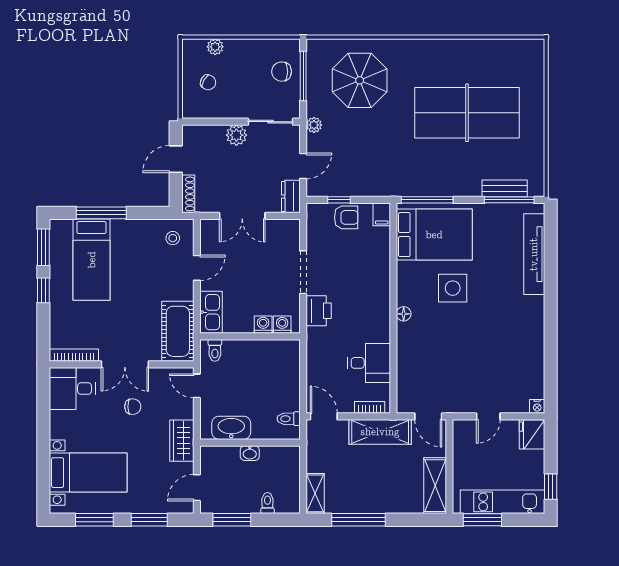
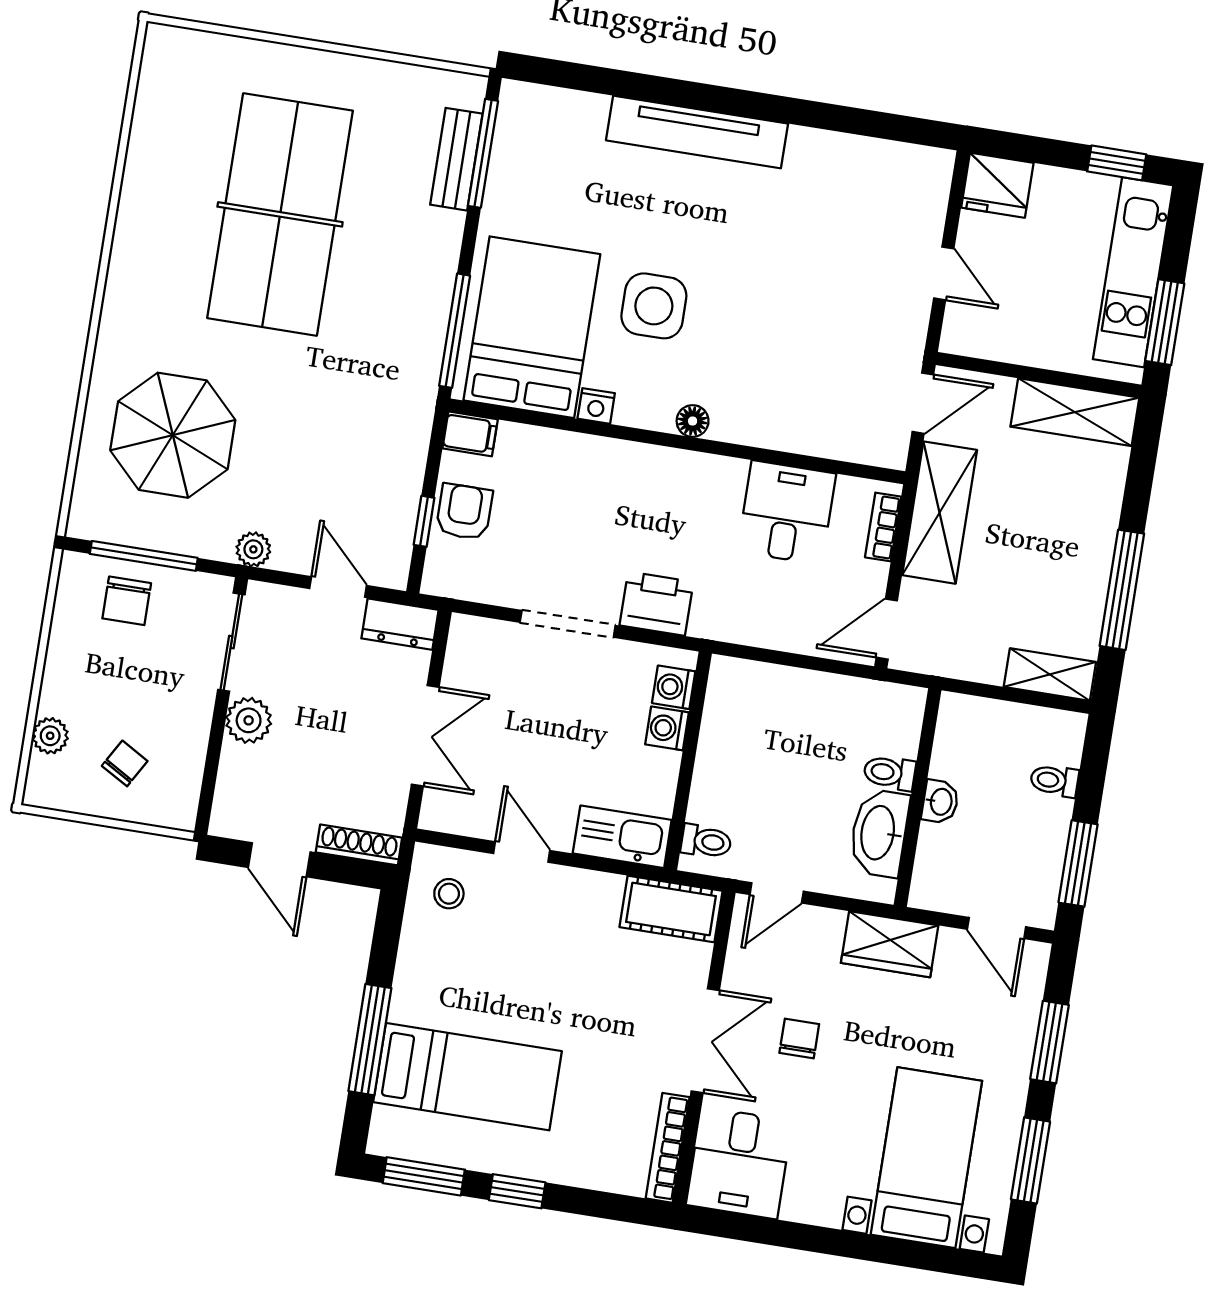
tv unit: (534, 254) -> (697, 132), moved
cot: (178, 331) -> (671, 909), width x0.73, depth x0.75
nightstand: (537, 406) -> (596, 406), moved, turned 90
toilet: (289, 419) -> (889, 773), moved, turned 90

